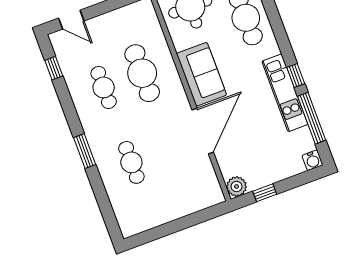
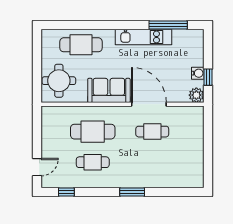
window: (296, 76) -> (134, 25), removed
water cooler: (312, 160) -> (198, 73), moved
cafe table: (131, 162) -> (152, 132), moved

